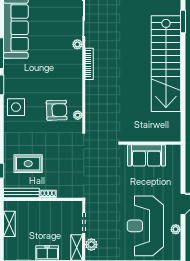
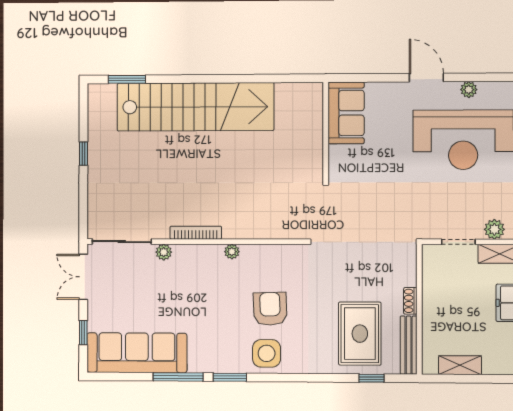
armchair: (57, 110) -> (270, 309), moved
plant: (78, 115) -> (232, 252), moved
sofa: (147, 155) -> (346, 113), moved
rug: (28, 164) -> (360, 334), width x1.36, depth x1.43

